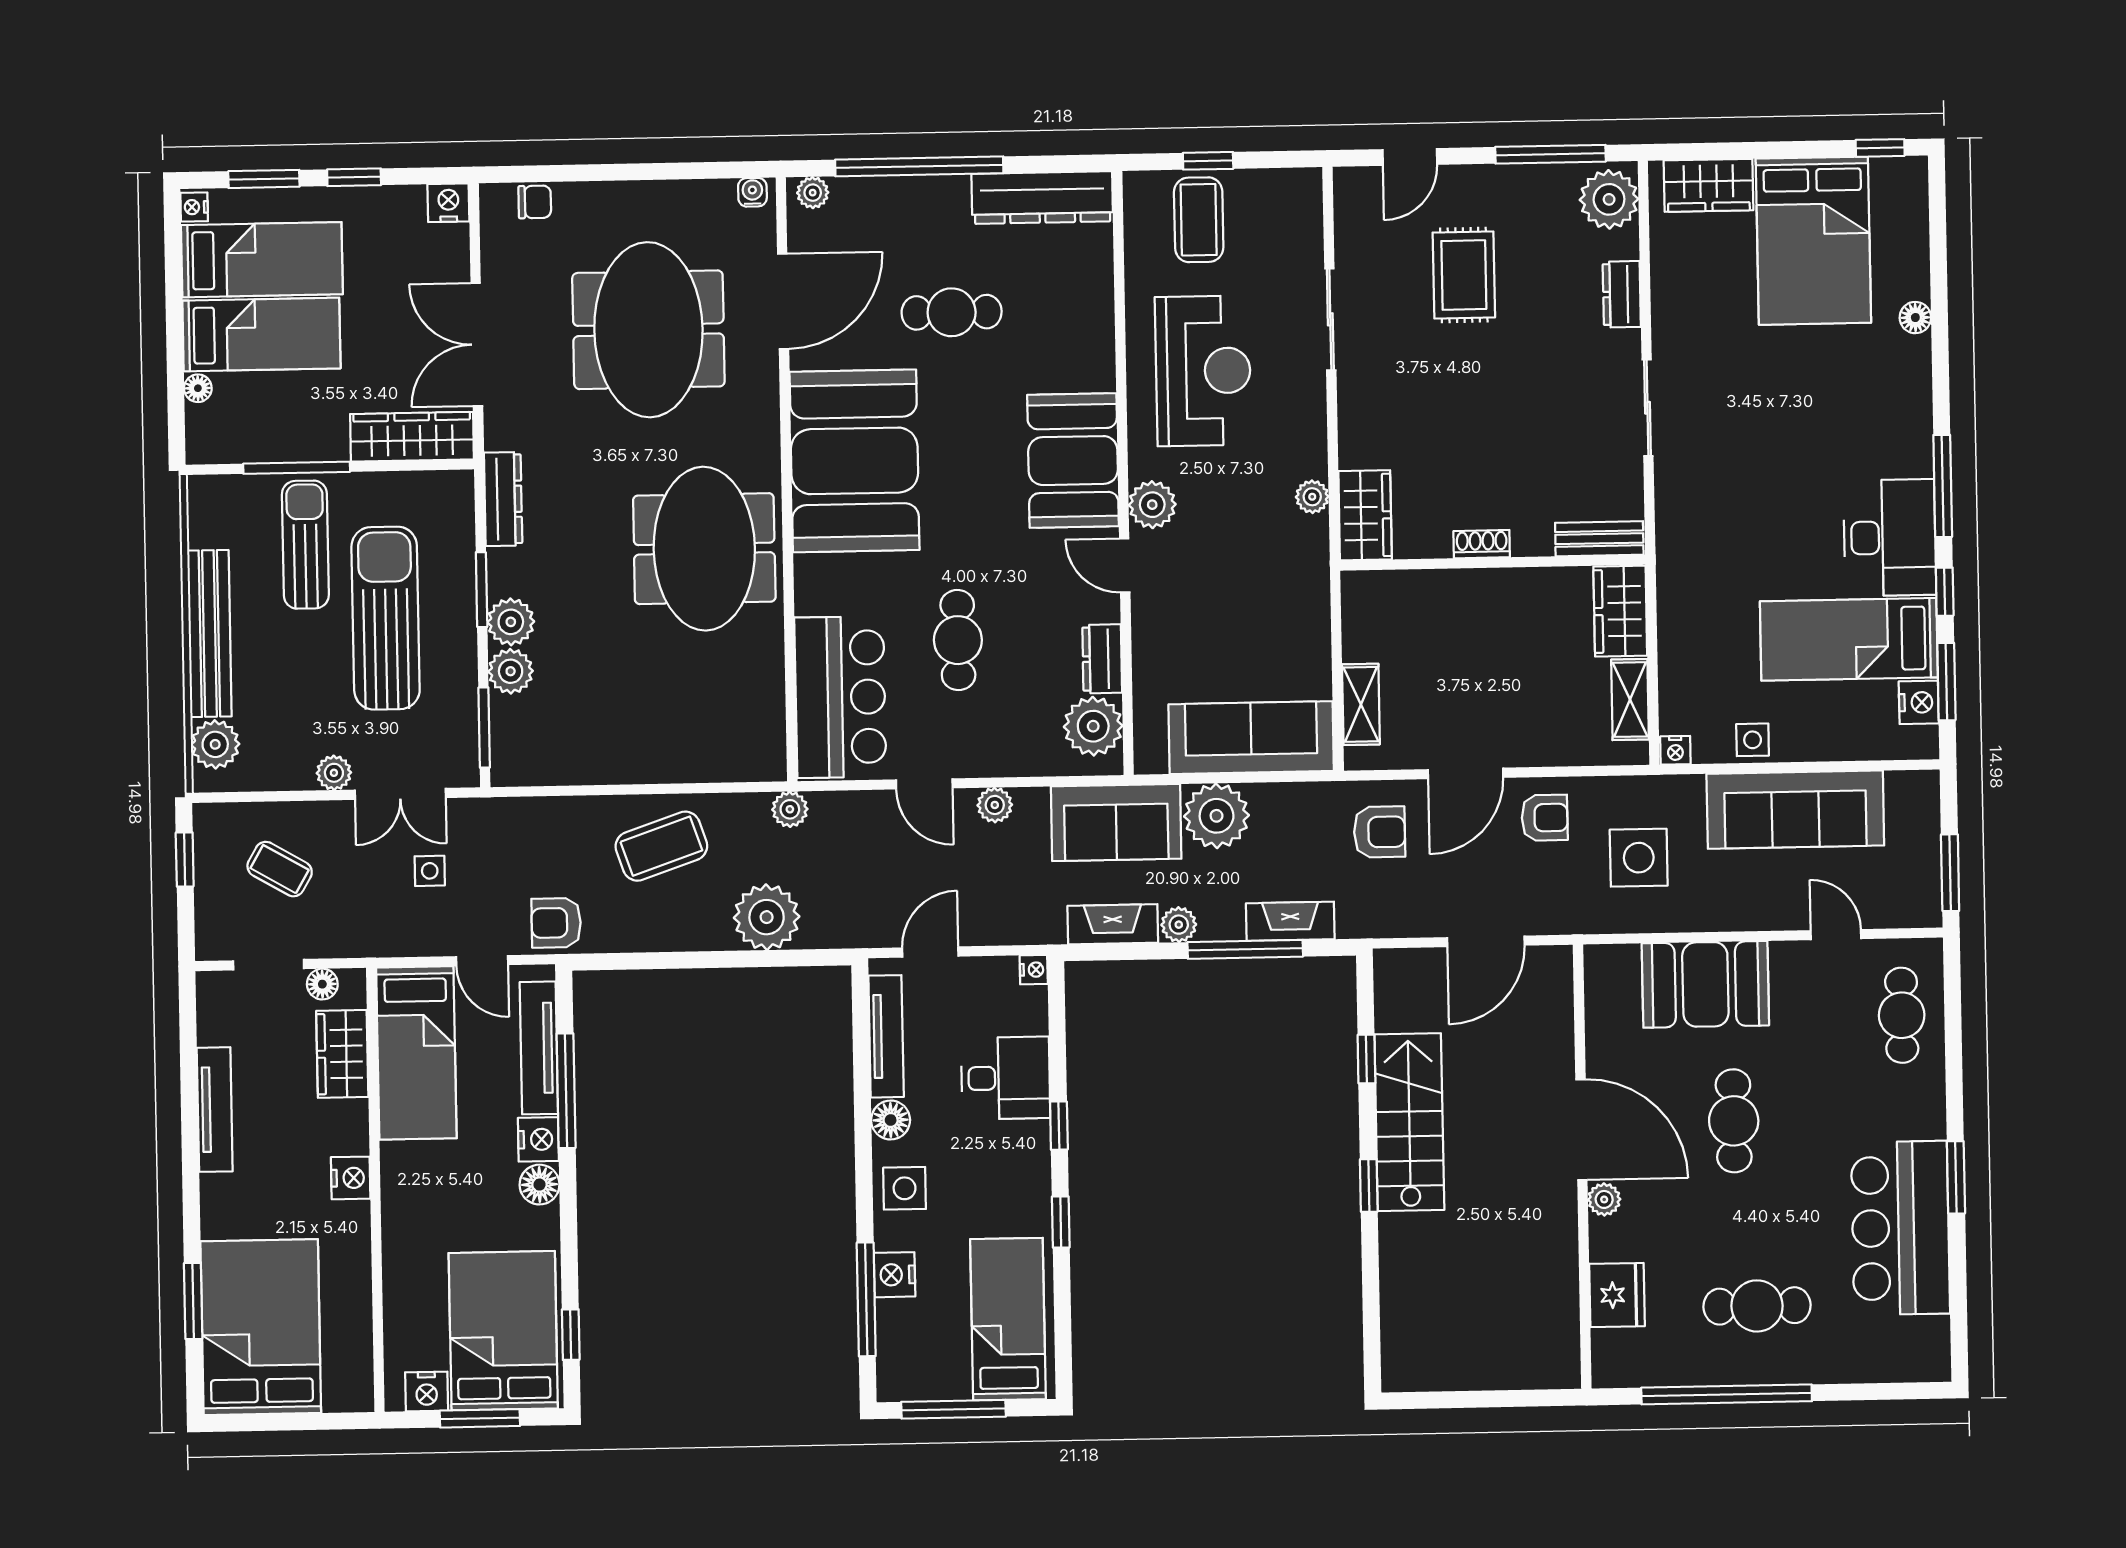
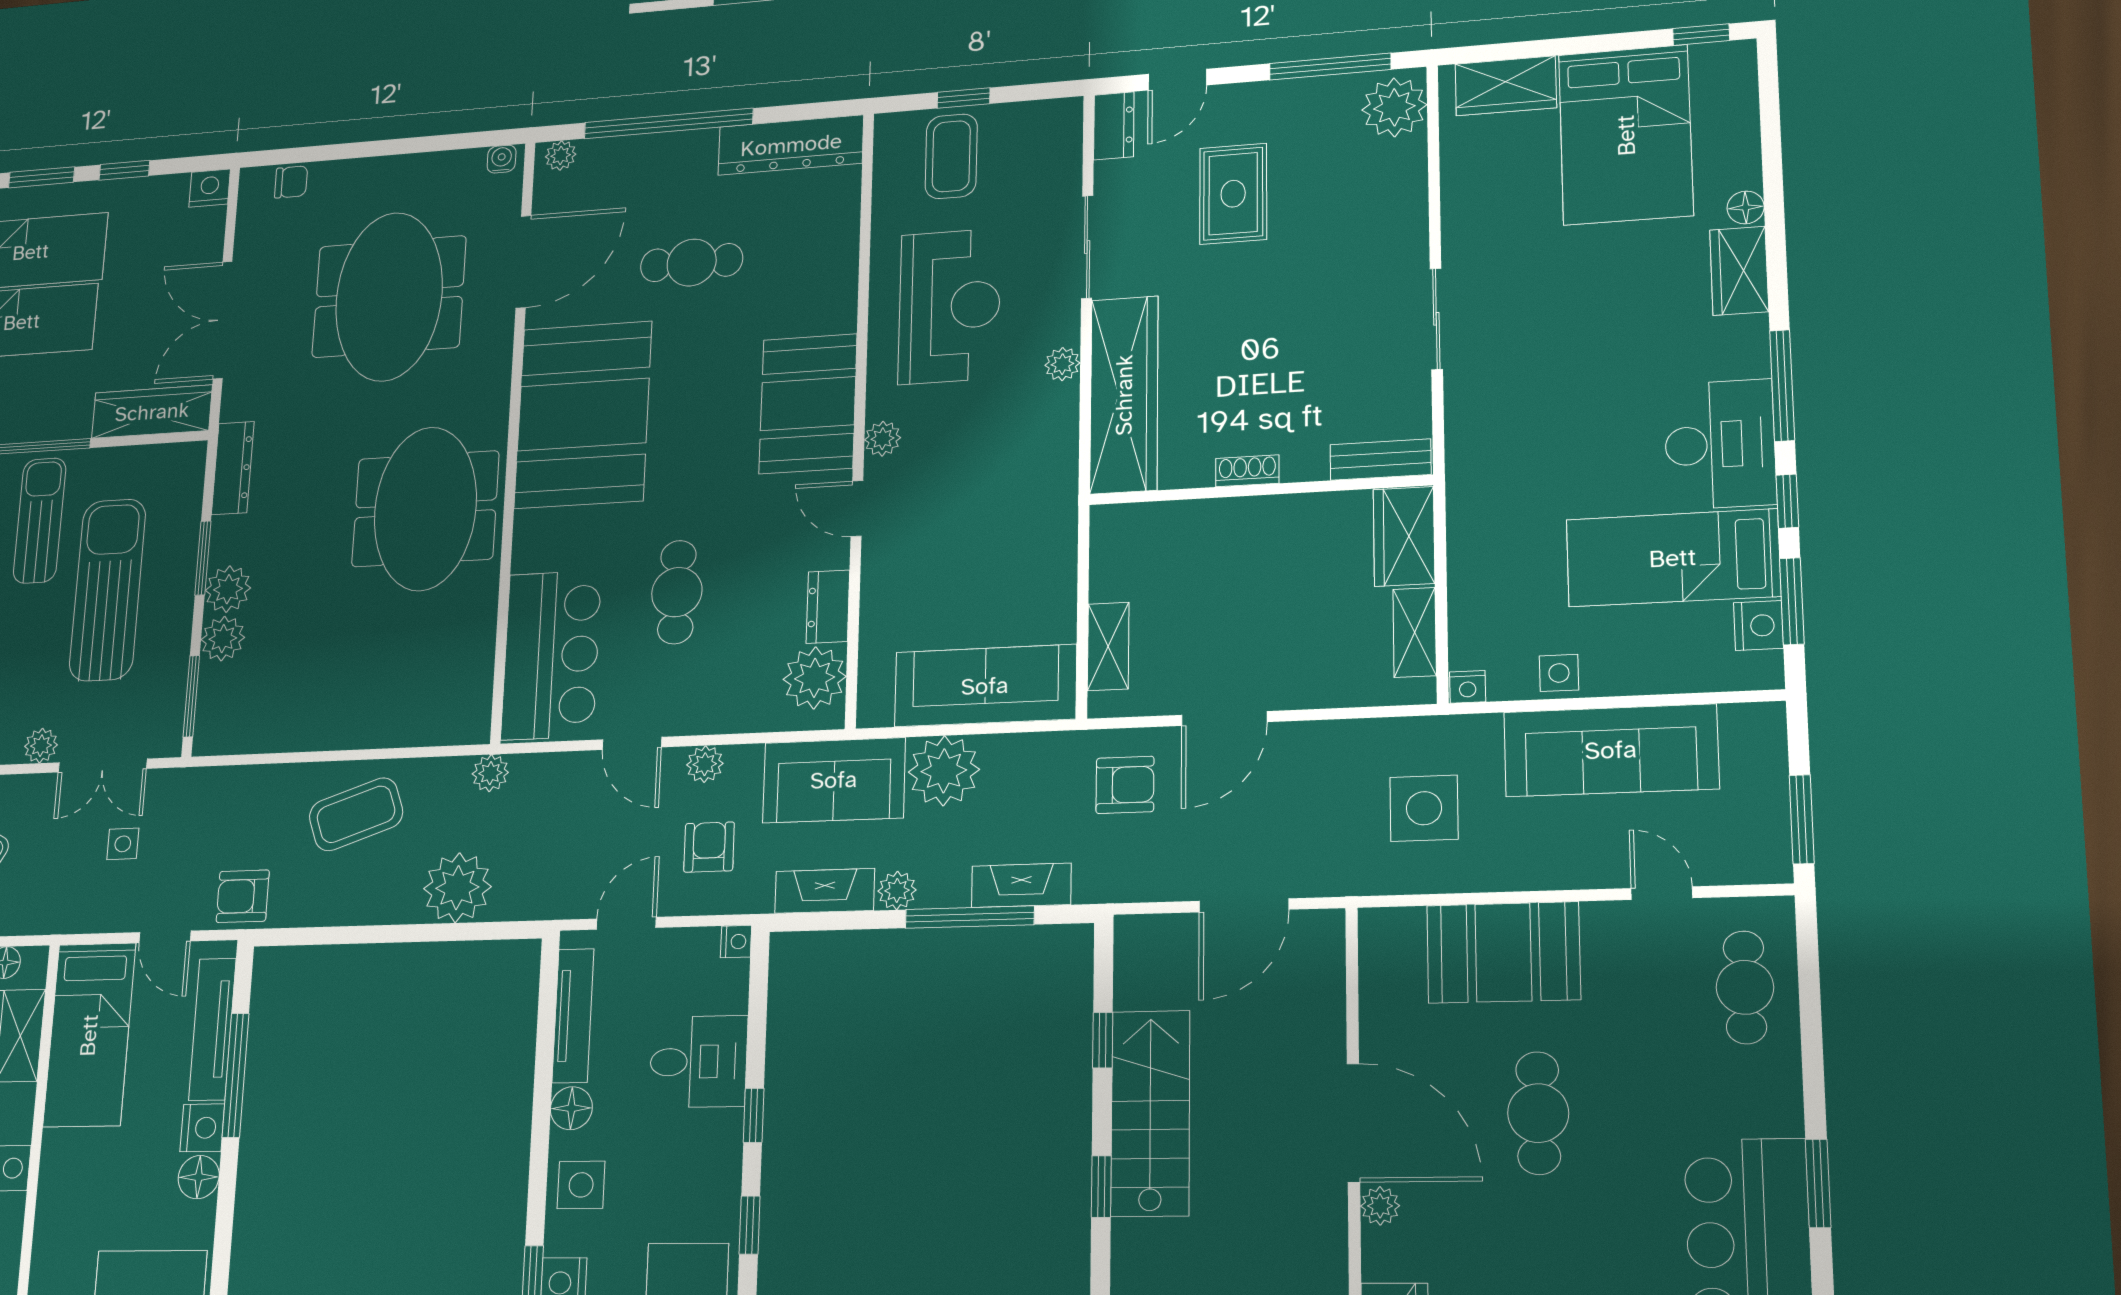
dresser: (1622, 294) -> (1114, 126), moved, turned 180
wardrobe: (1909, 377) -> (1739, 271), added
plant: (1312, 497) -> (1062, 364), moved
plant: (1152, 505) -> (883, 439), width x0.73, depth x0.73
wardrobe: (1365, 515) -> (1124, 395), width x2.10, depth x1.17
armchair: (1545, 818) -> (709, 847), moved, turned -90

